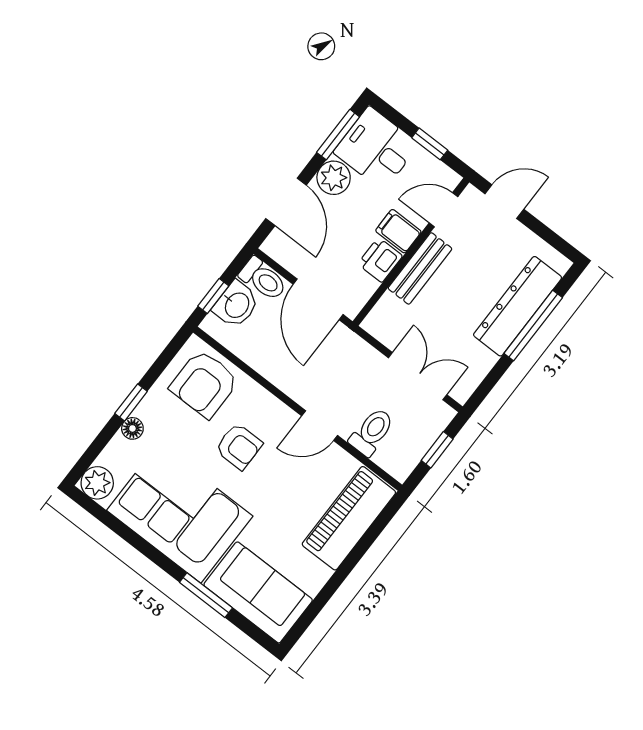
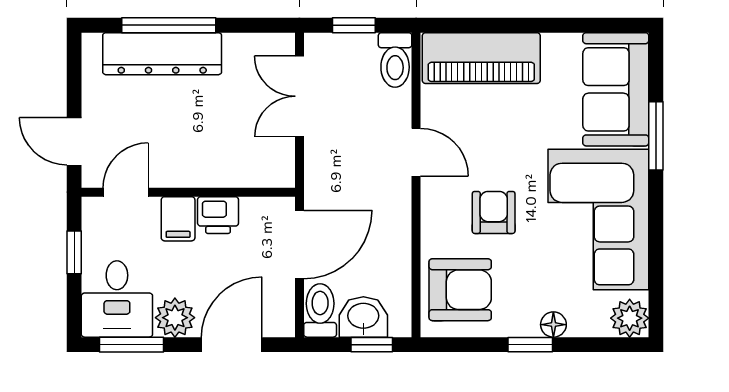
door: (443, 210) -> (126, 192), swing flipped
bench: (420, 268) -> (197, 172), removed
toilet: (372, 432) -> (395, 60), moved, turned -90

